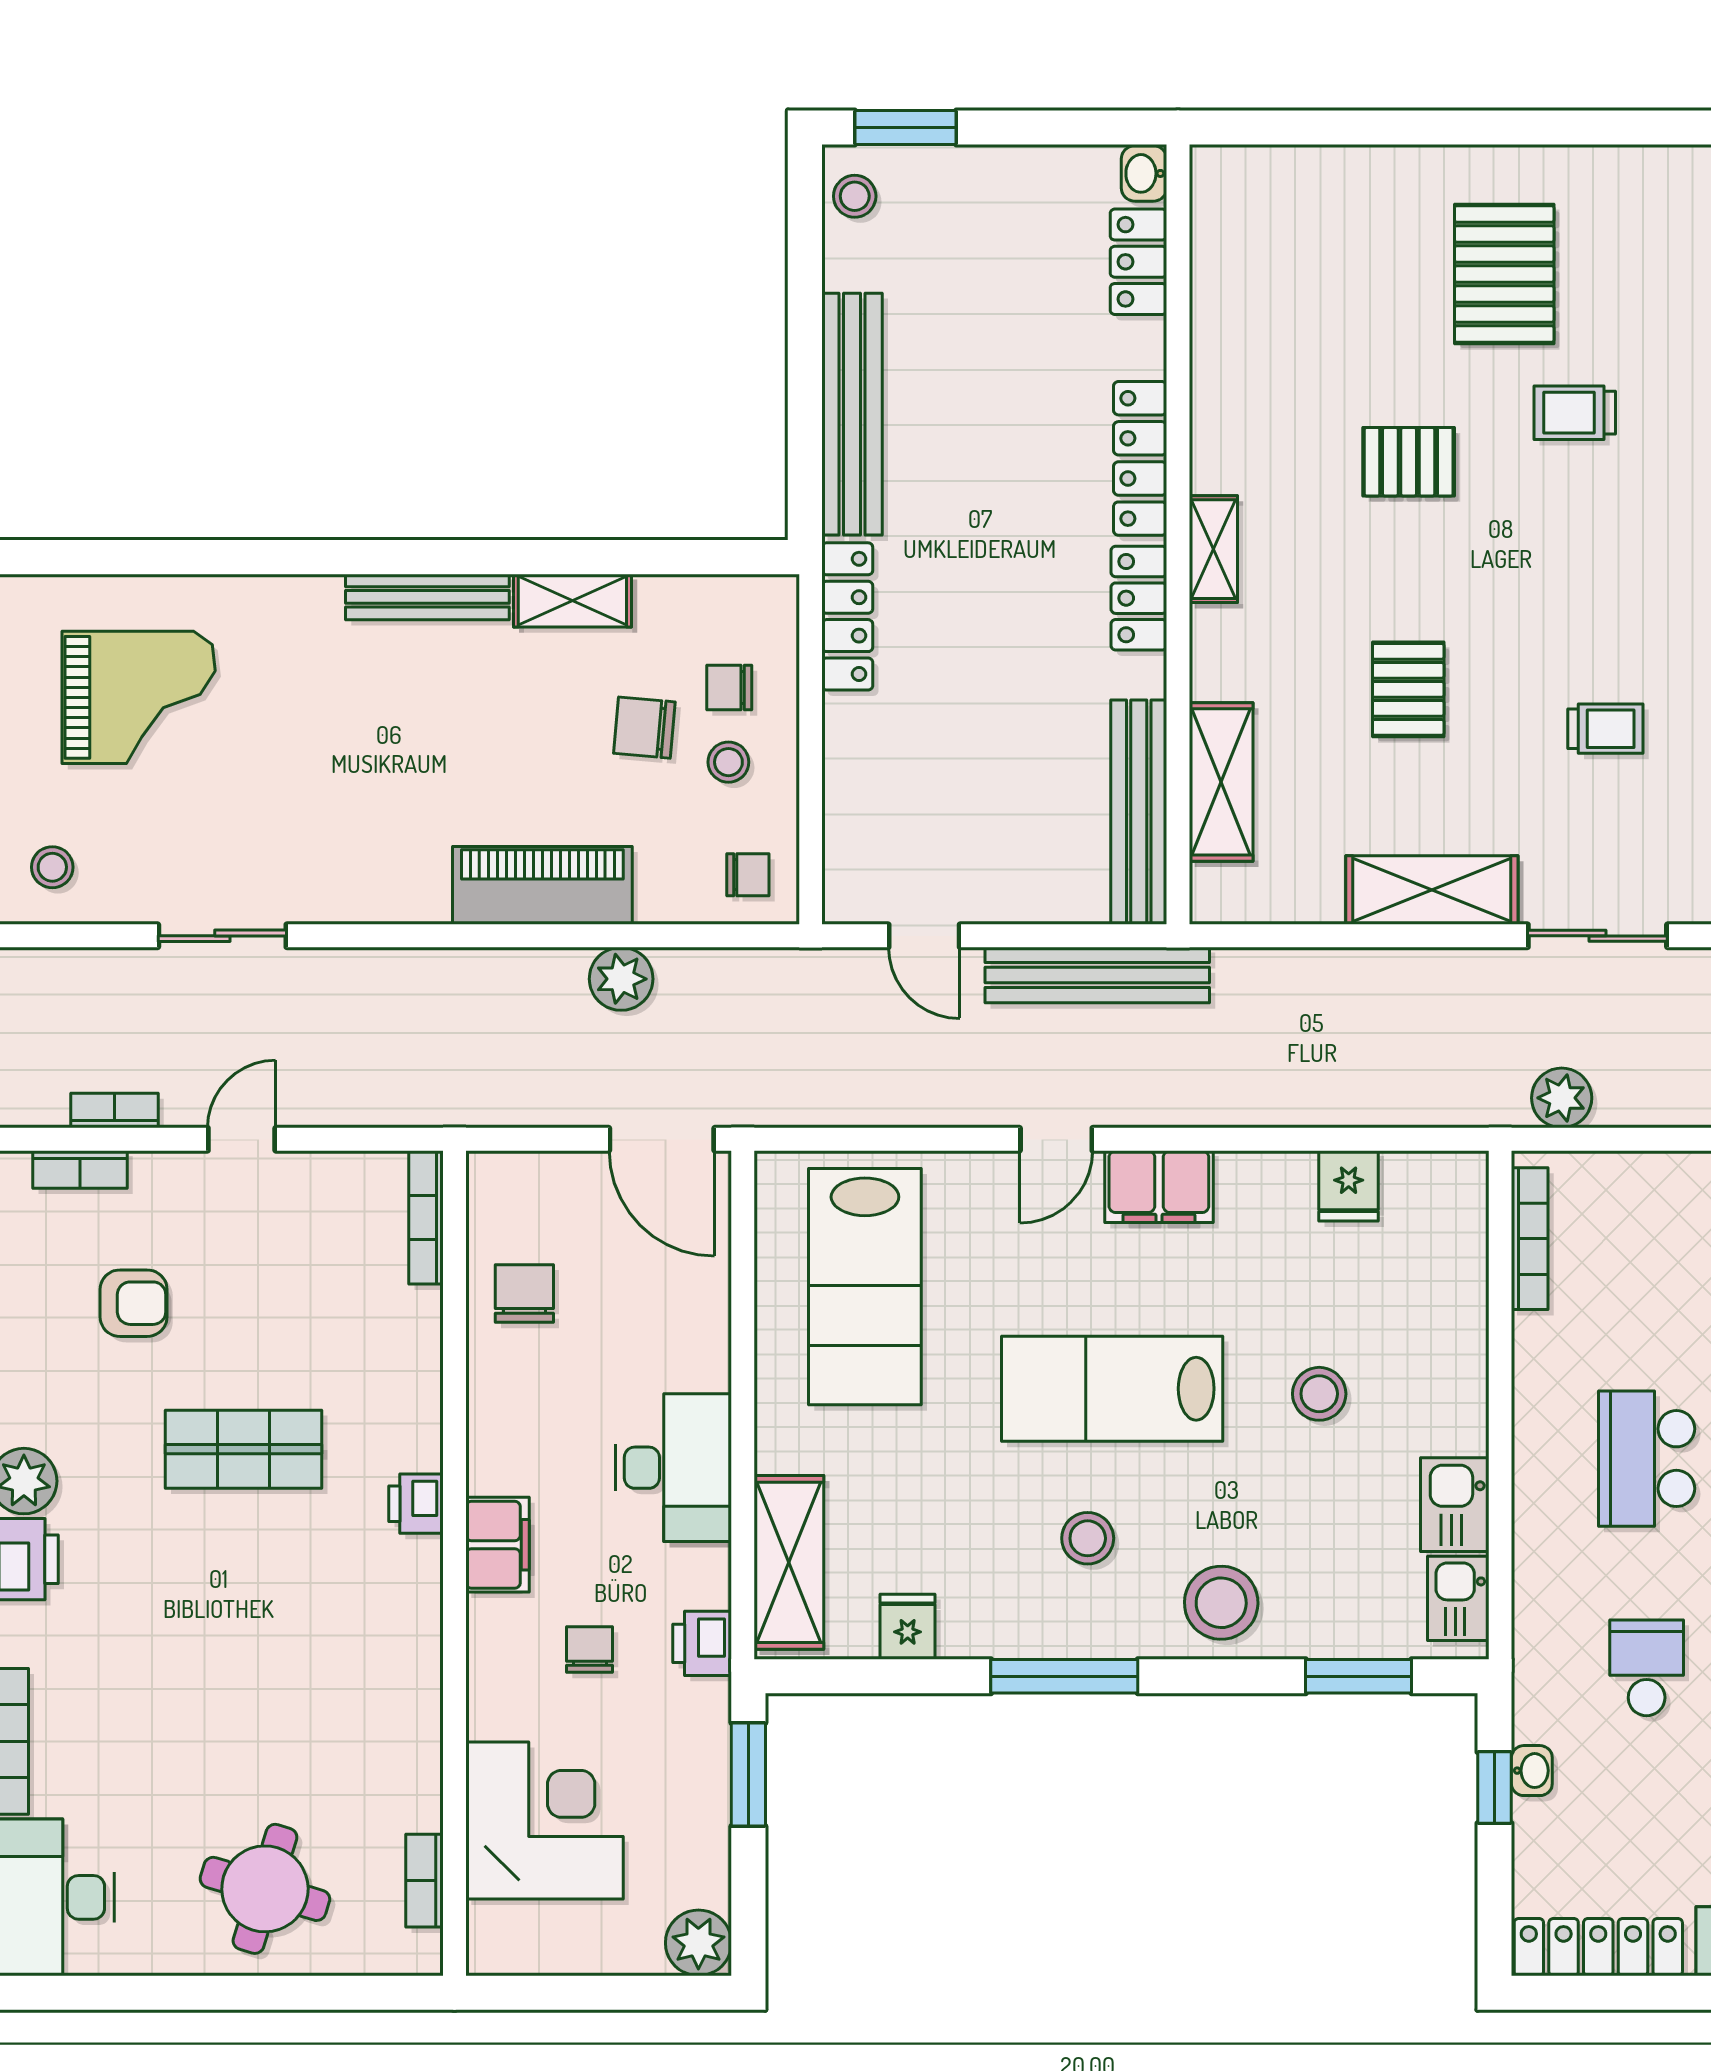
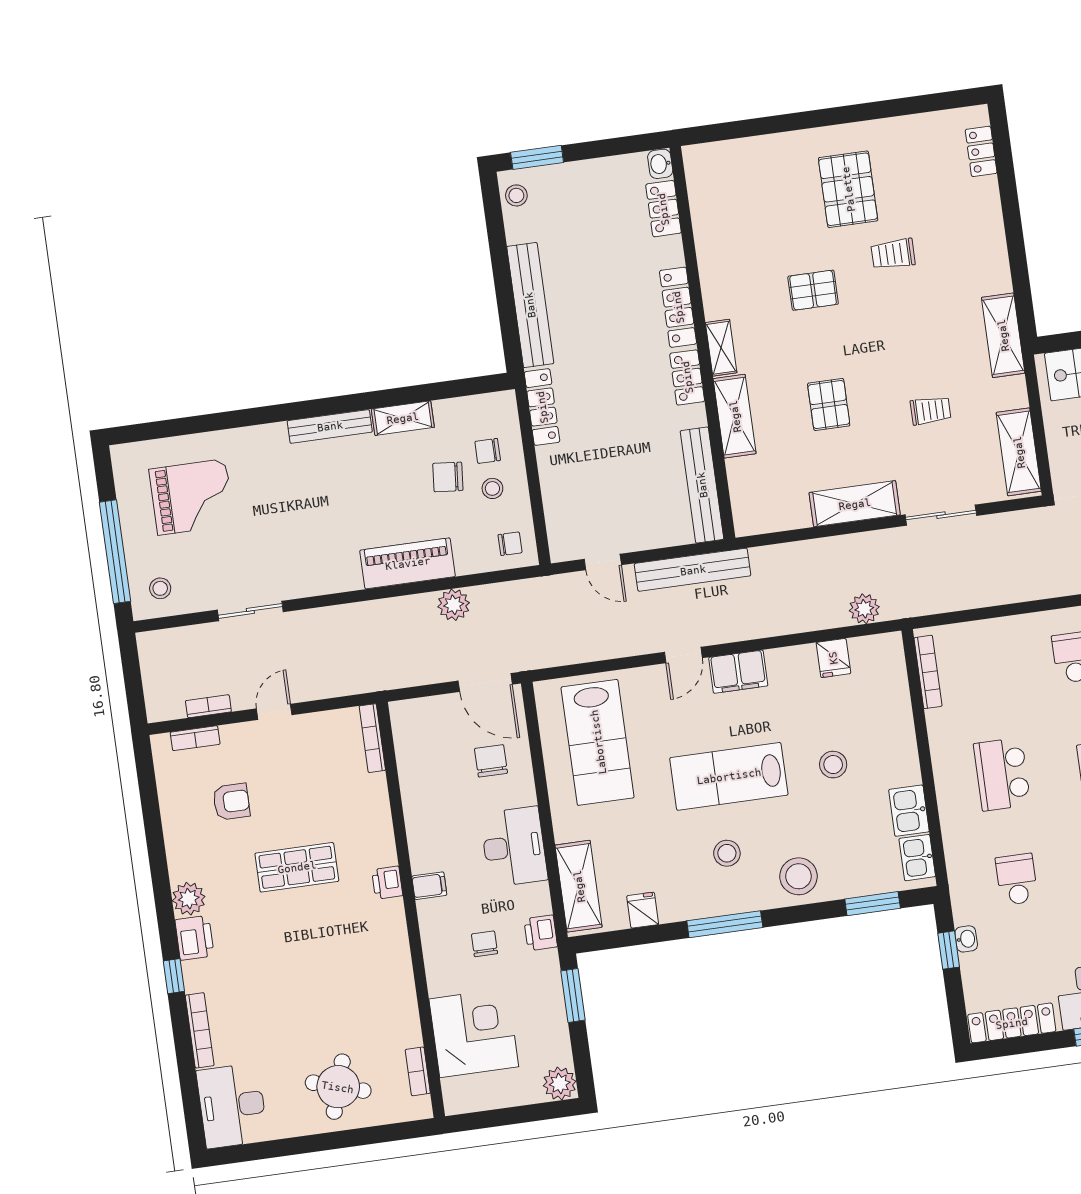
shelving: (1221, 782) -> (735, 416), moved
plant: (1562, 1098) -> (864, 609), moved
chair: (524, 1293) -> (491, 761), moved
filing cabinet: (497, 1545) -> (429, 886), width x0.50

